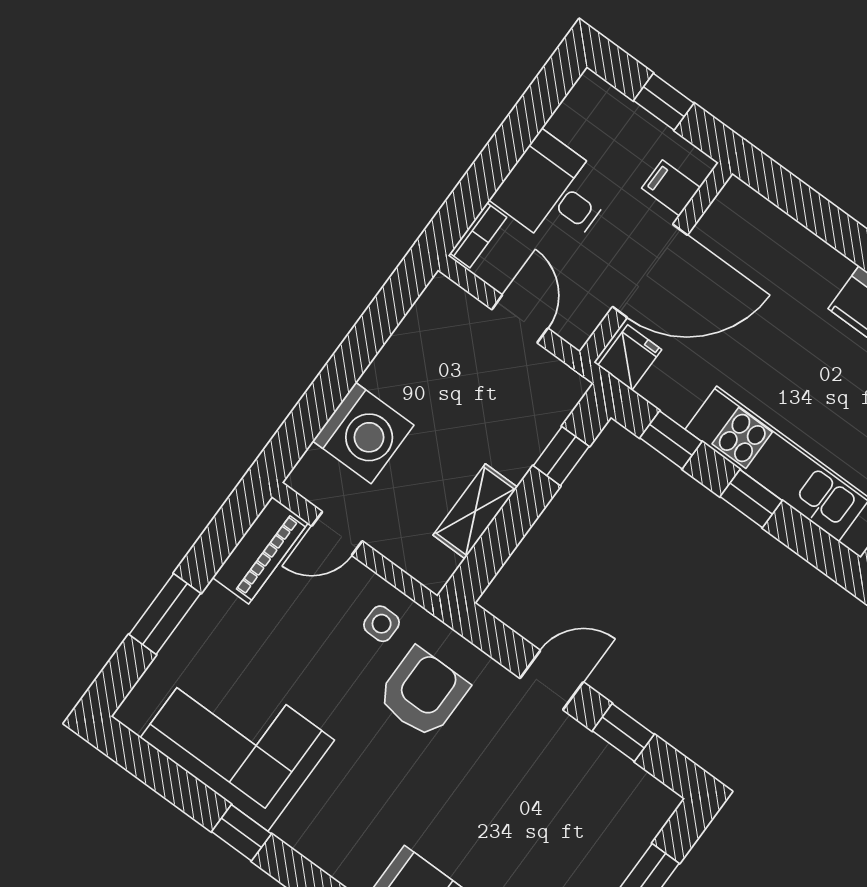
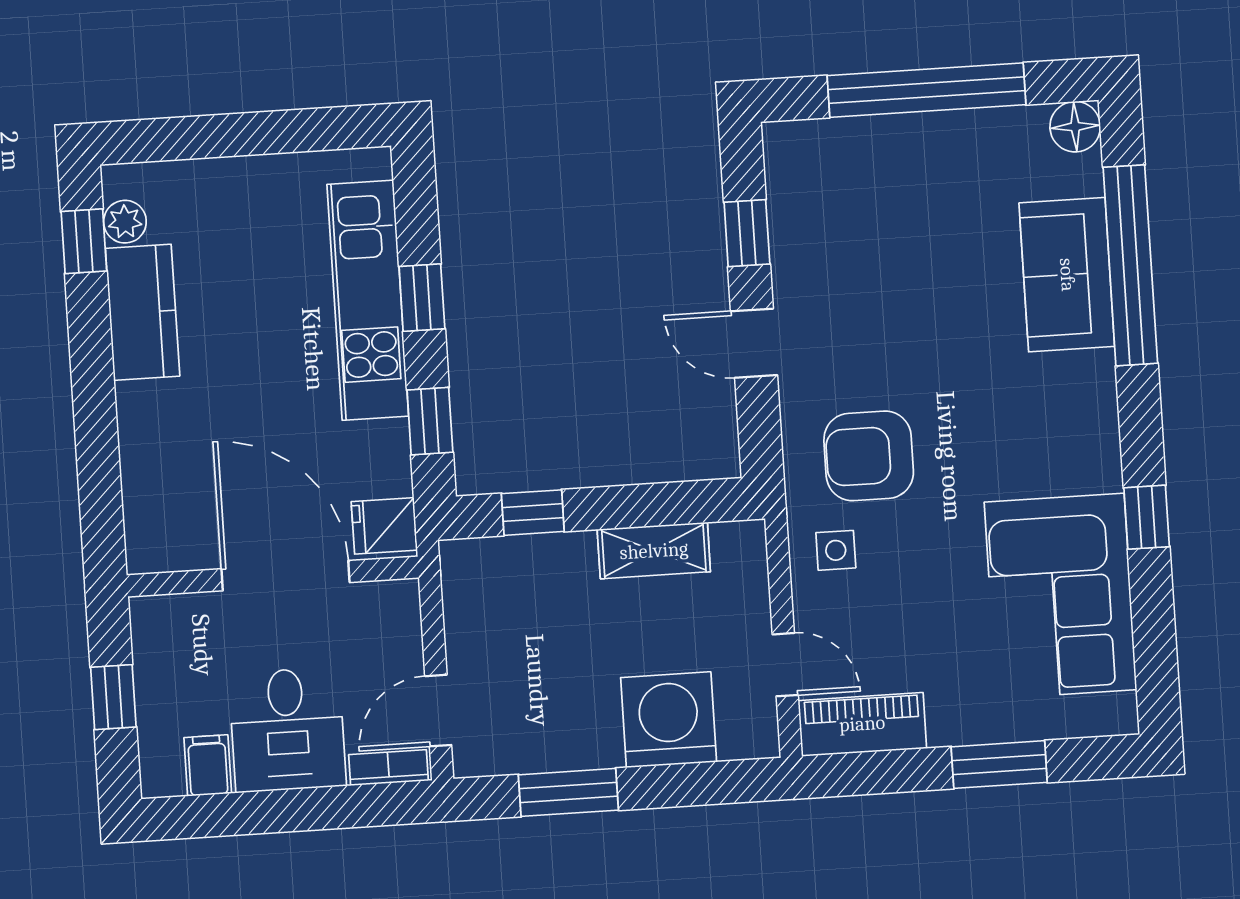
filing cabinet: (671, 188) -> (208, 765), moved, turned 180
door: (520, 319) -> (438, 711), moved
window: (370, 334) -> (568, 792), added

